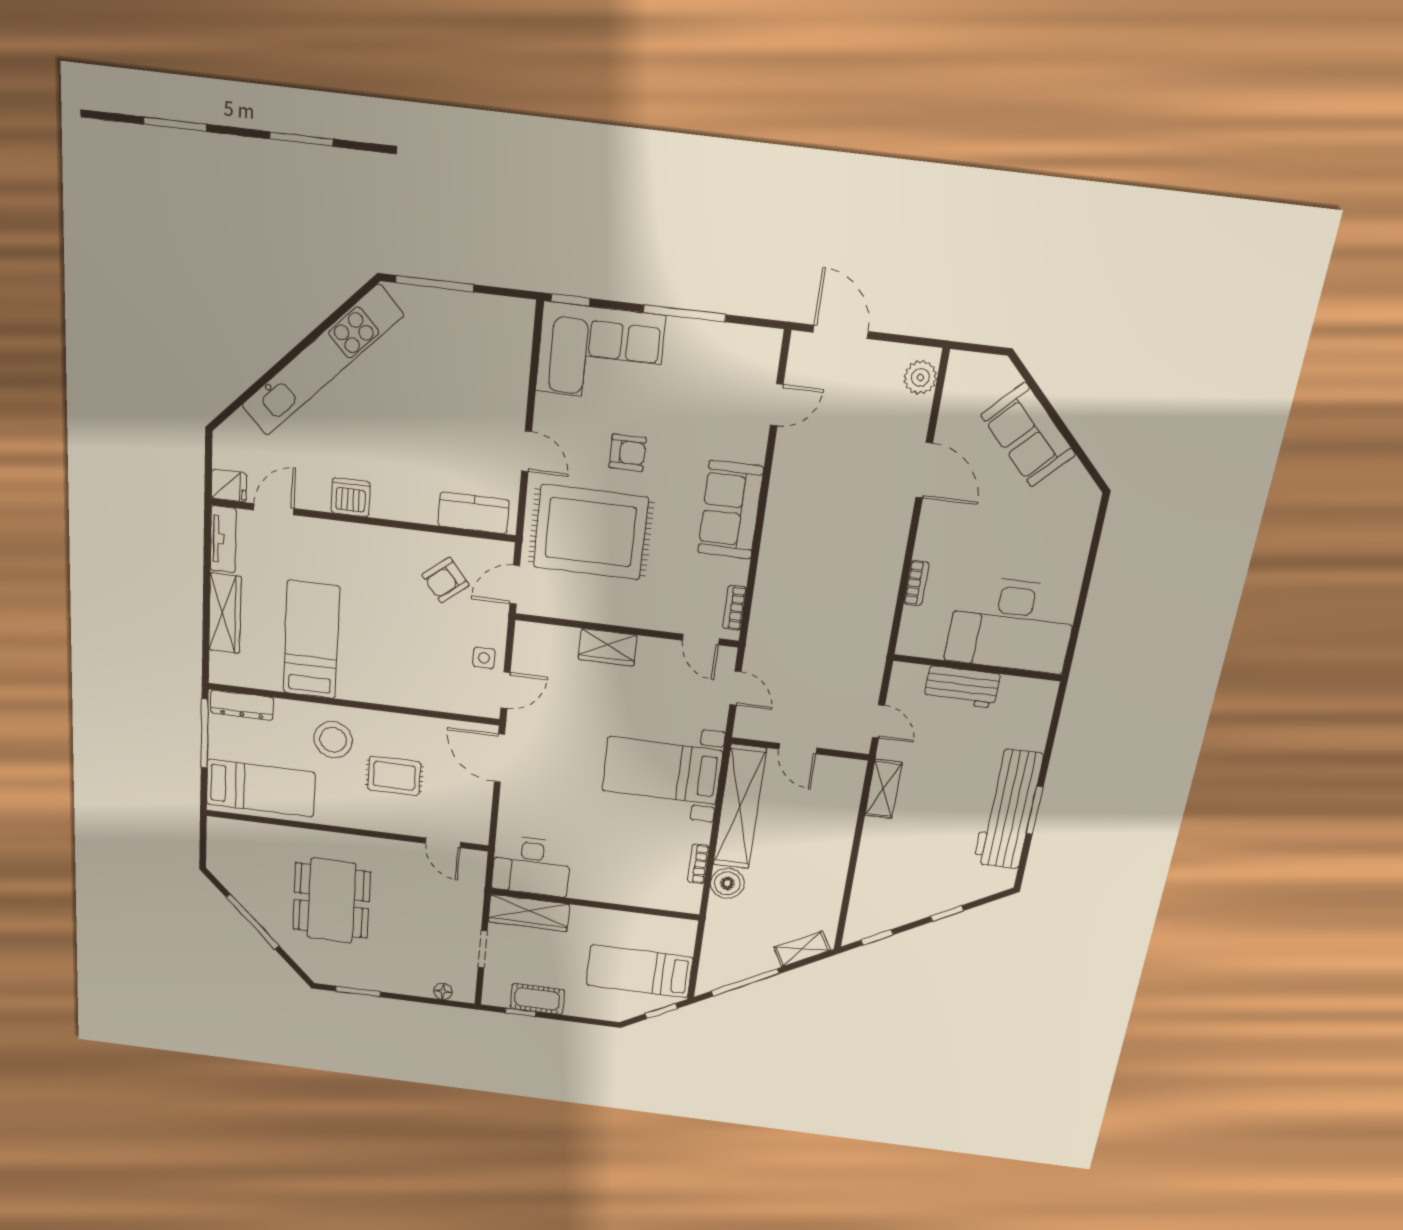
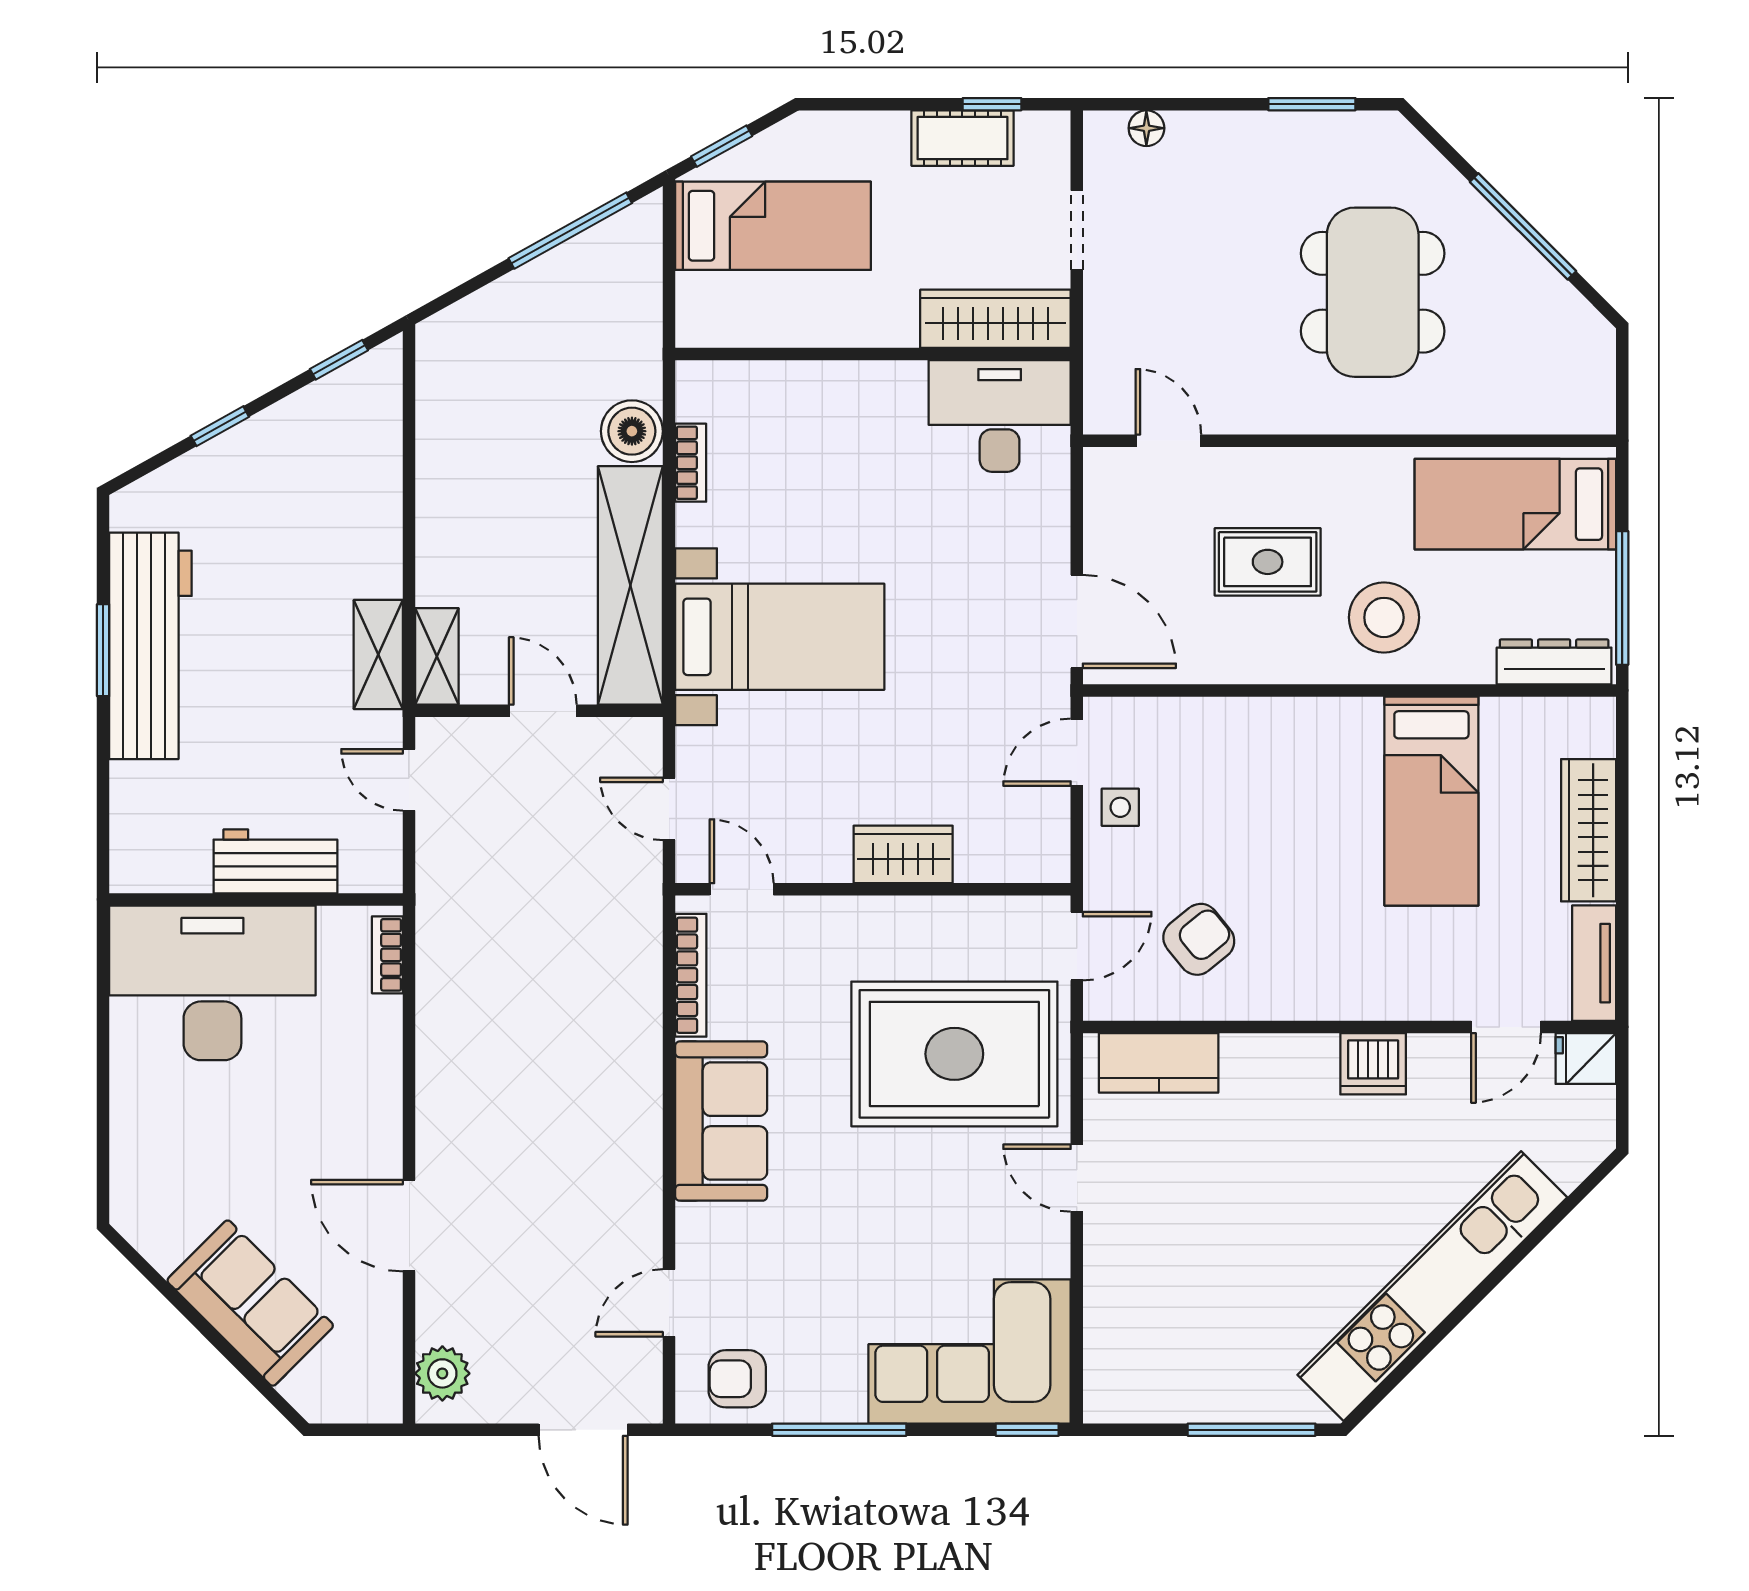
armchair: (628, 453) -> (737, 1379), moved
bookcase: (916, 583) -> (387, 955), moved
bookcase: (735, 608) -> (691, 975), width x1.56
shelving: (802, 949) -> (437, 656), moved, turned -61

